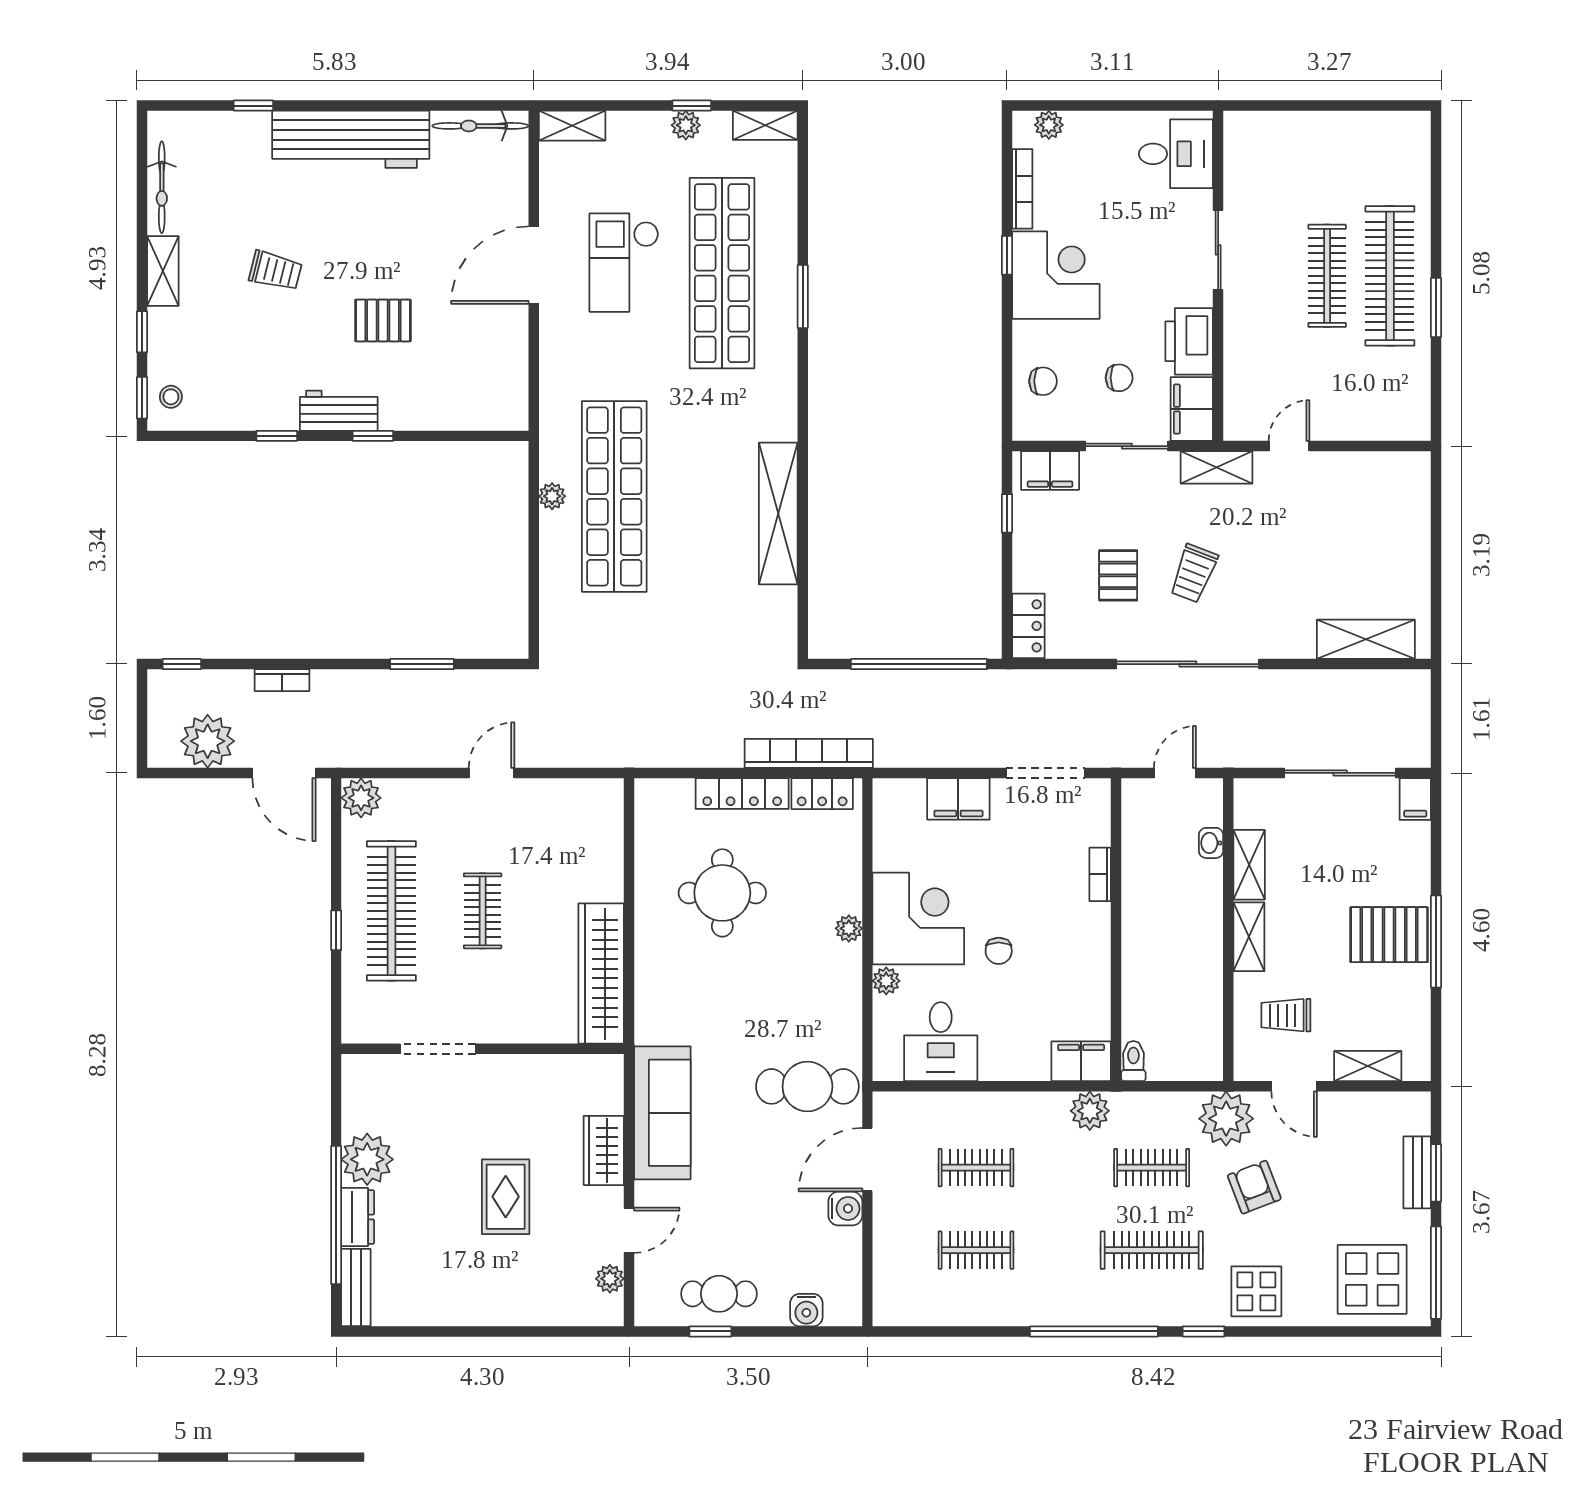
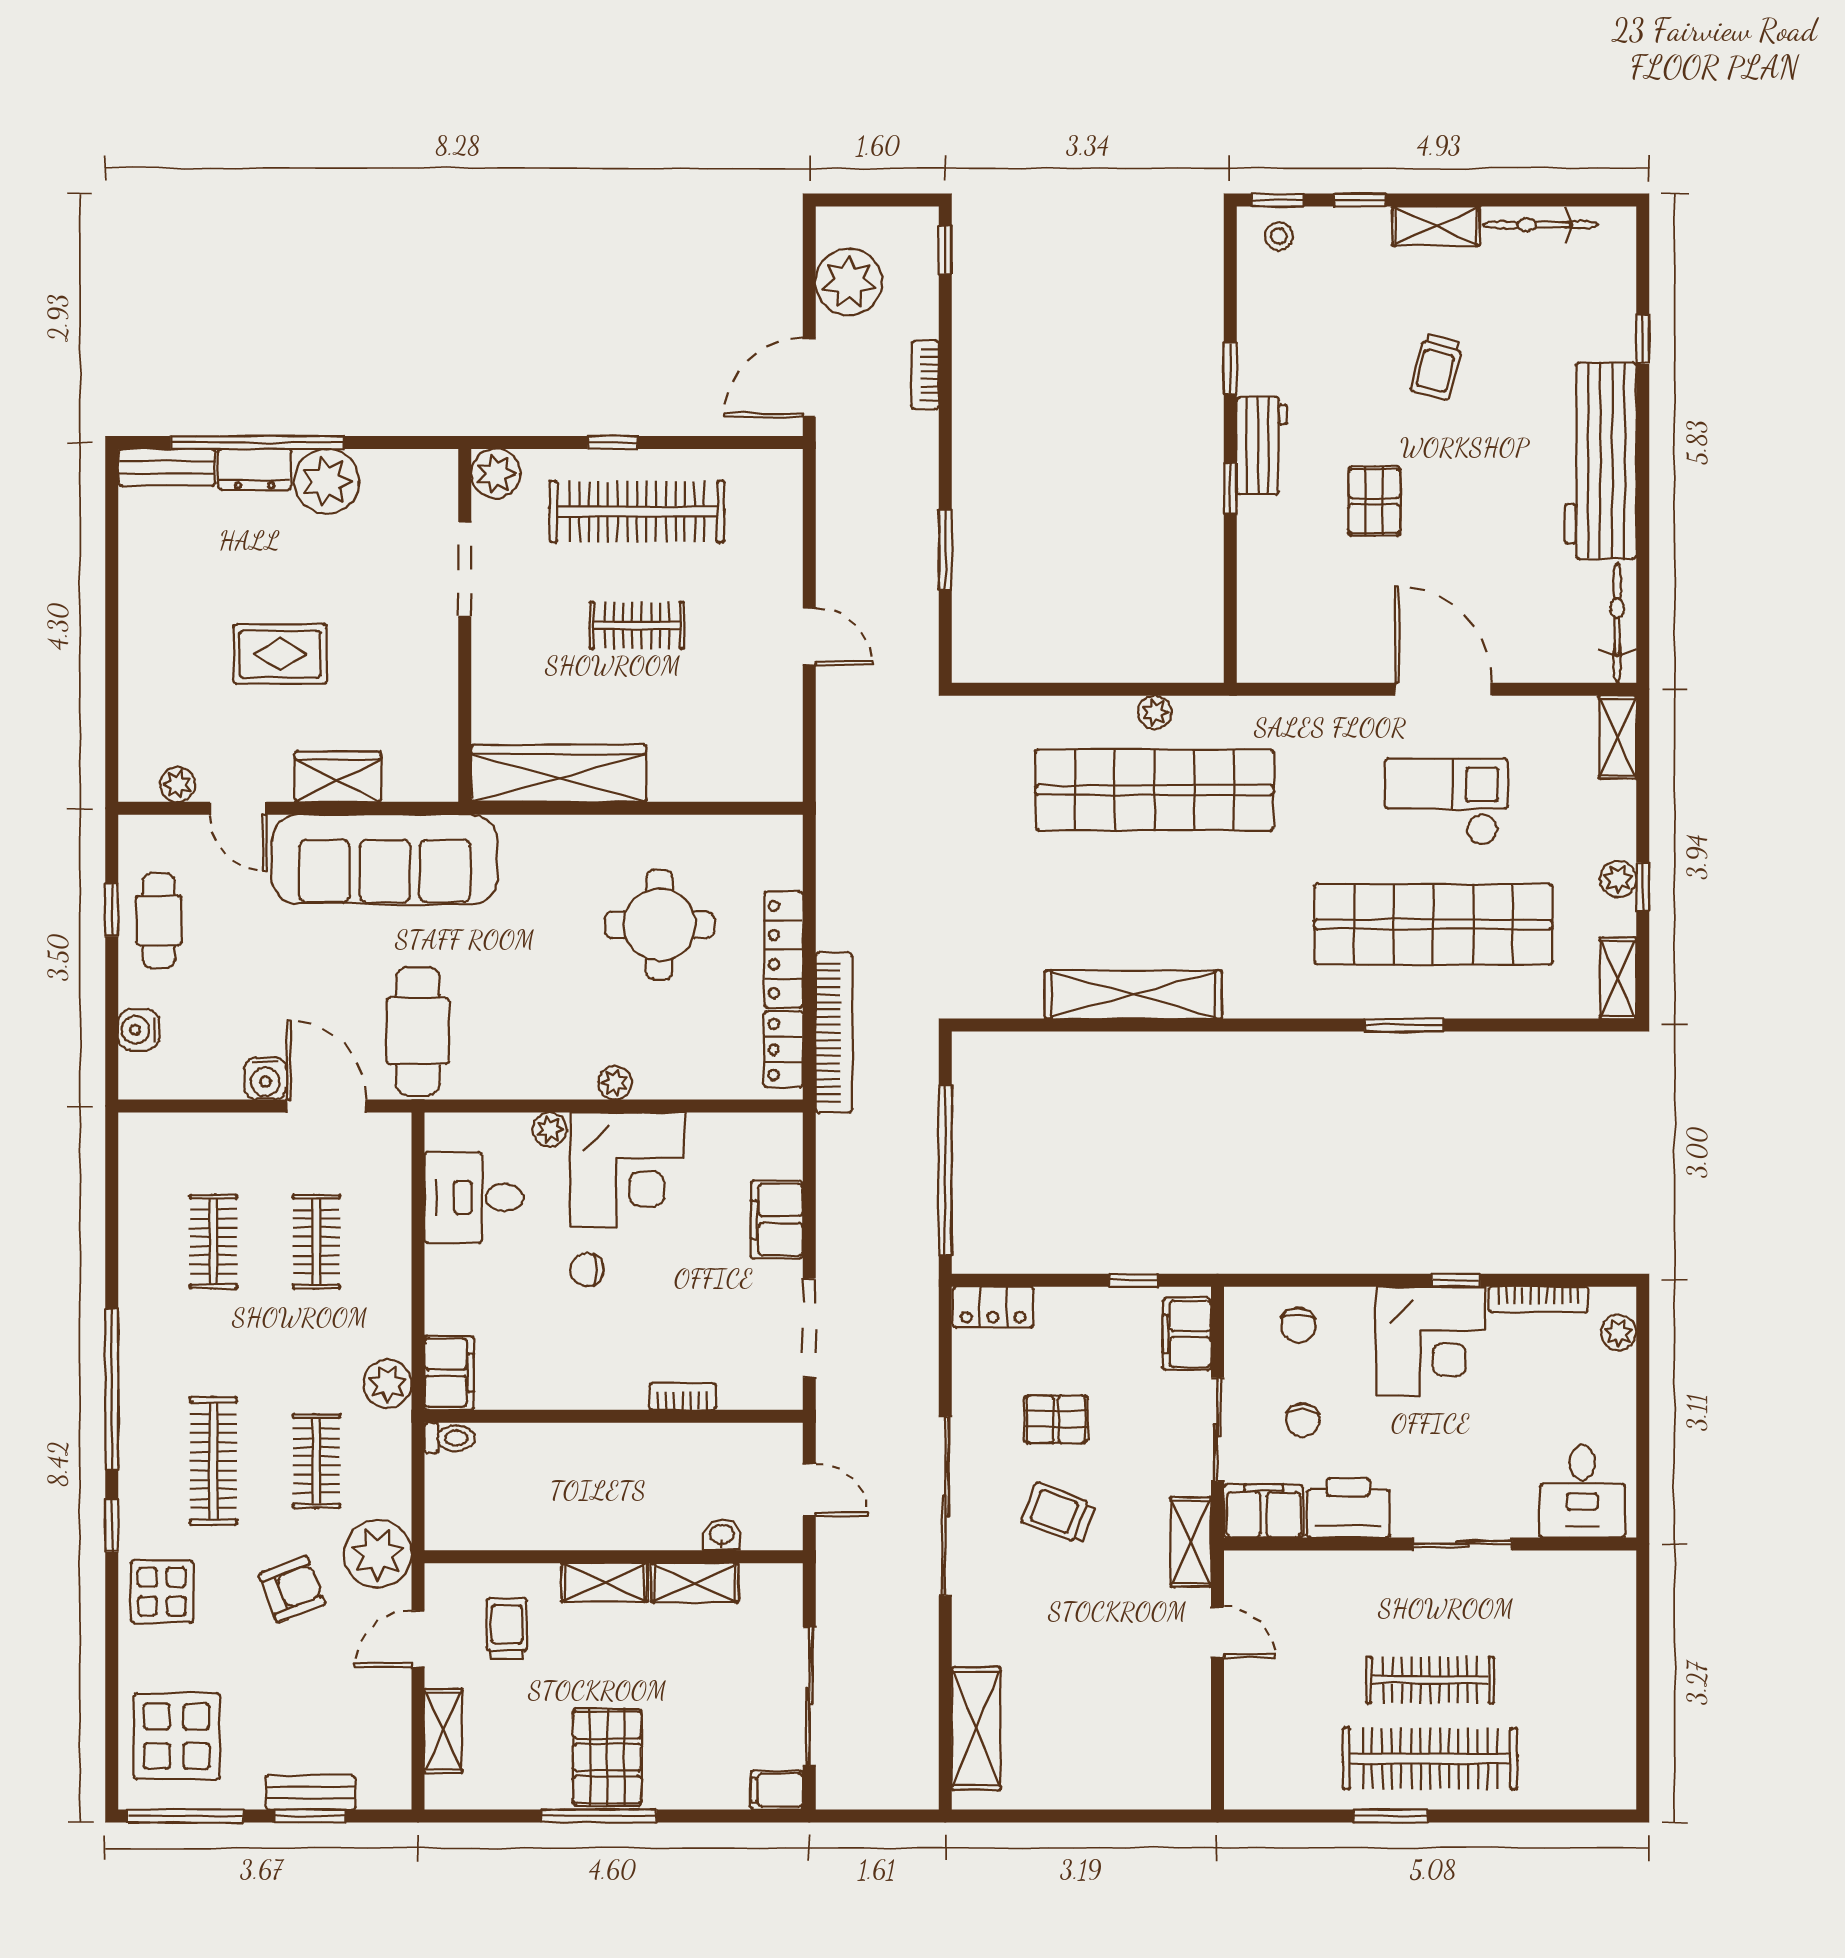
plant: (361, 798) -> (496, 474), moved
sofa: (662, 1113) -> (385, 859), width x1.36, depth x1.27

